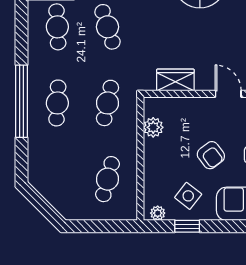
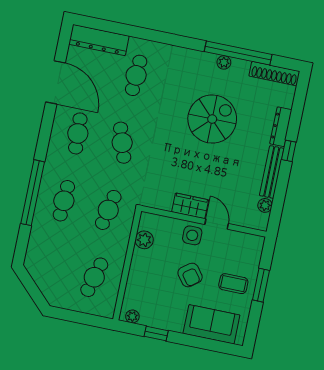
wardrobe: (175, 80) -> (190, 206), moved
side table: (188, 196) -> (192, 235), moved, turned -38

